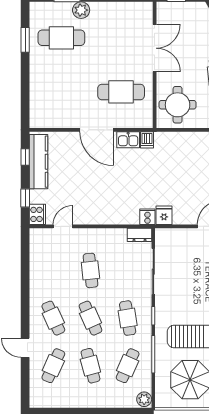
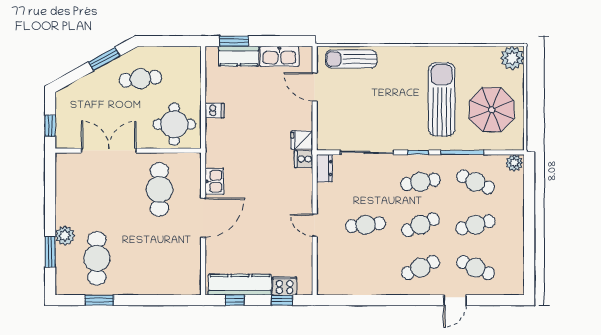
dishwasher: (147, 140) -> (215, 111), moved
cooker: (37, 214) -> (285, 286), moved
door: (63, 226) -> (315, 225), moved

